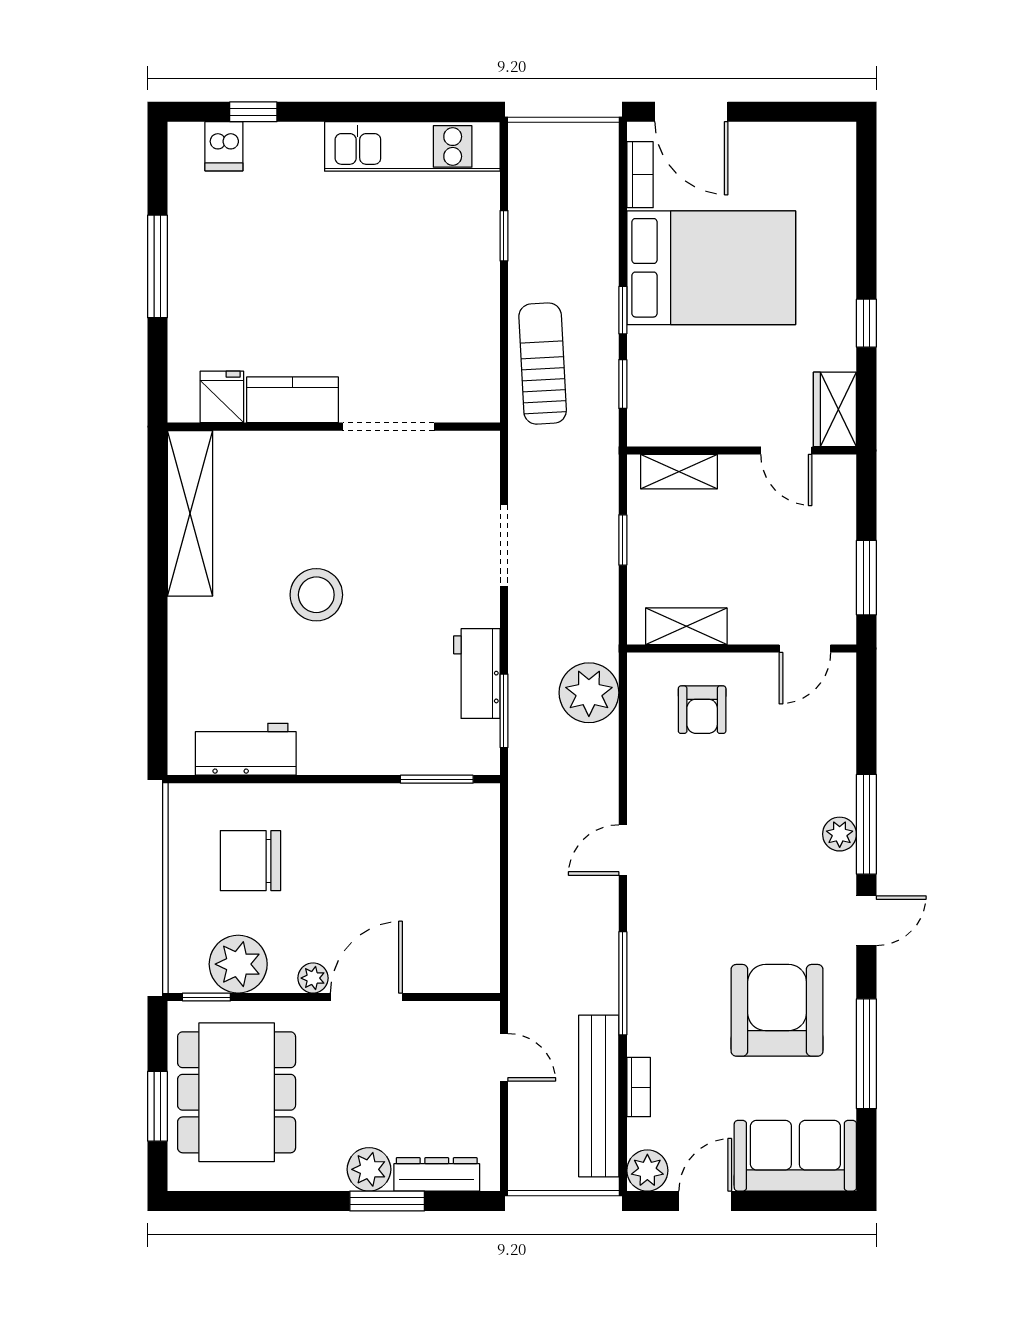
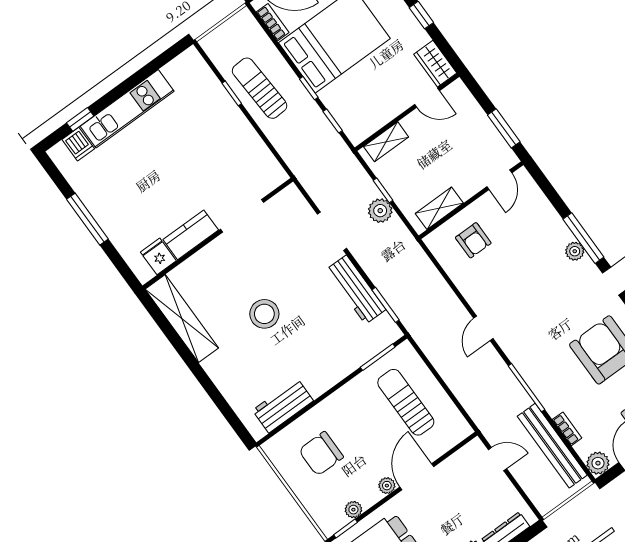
kitchen unit: (412, 146) -> (127, 109), moved
sun lounger: (543, 364) -> (260, 88), moved
workbench: (477, 674) -> (356, 290), width x1.38
plant: (589, 693) -> (380, 211), moved, width x0.73, depth x0.73
sun lounger: (430, 876) -> (406, 402), added
plant: (238, 964) -> (353, 510), width x0.53, depth x0.53

